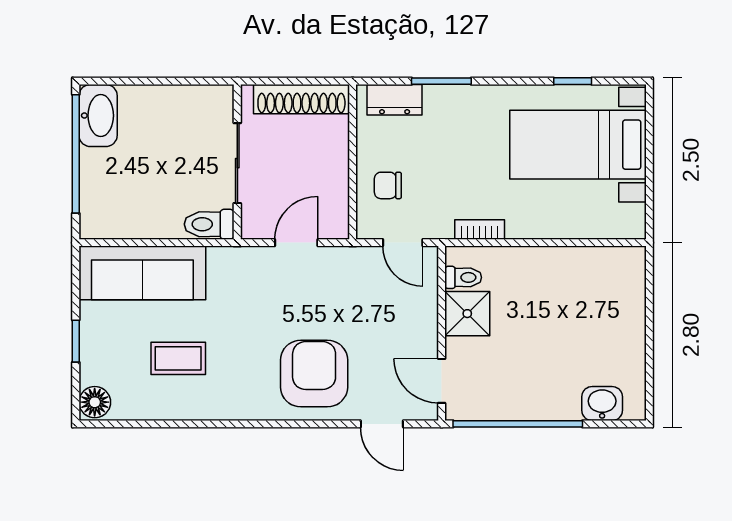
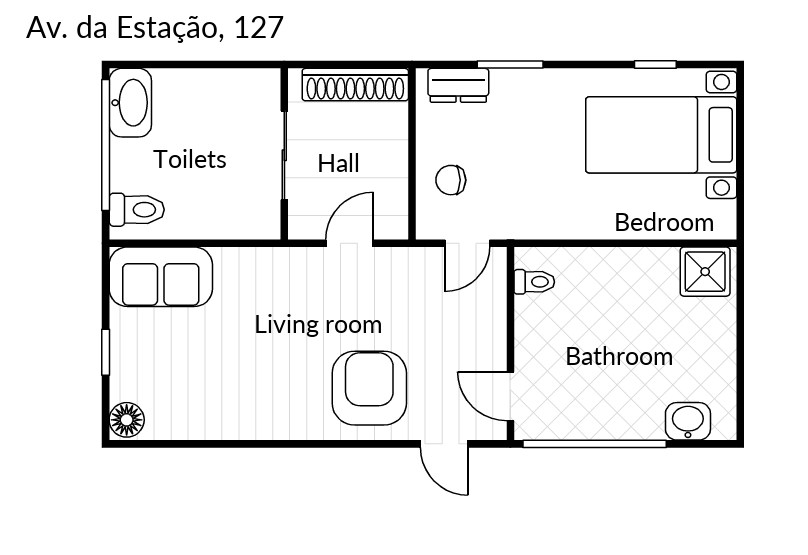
toilet: (209, 224) -> (137, 210), moved, turned 180
bookcase: (480, 229) -> (552, 229), removed
door: (403, 243) -> (467, 243), hinge flipped
sofa: (142, 273) -> (161, 277), width x0.73
shower: (467, 314) -> (705, 272), moved
coffee table: (178, 358) -> (219, 371), removed

